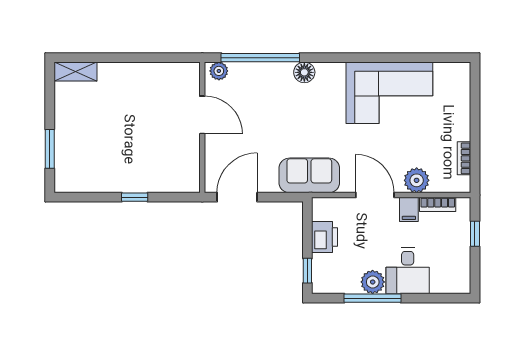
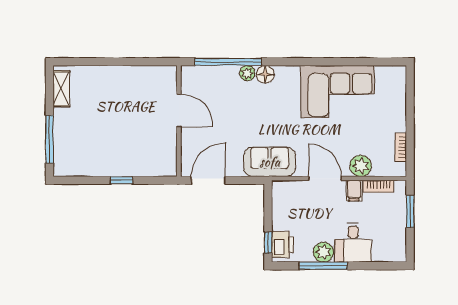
plant: (219, 71) -> (247, 73), moved
shelving: (75, 72) -> (61, 89), moved, turned 90
window: (50, 149) -> (49, 139), width x1.44
window: (475, 234) -> (410, 211), width x1.50
printer: (325, 237) -> (283, 244), moved

